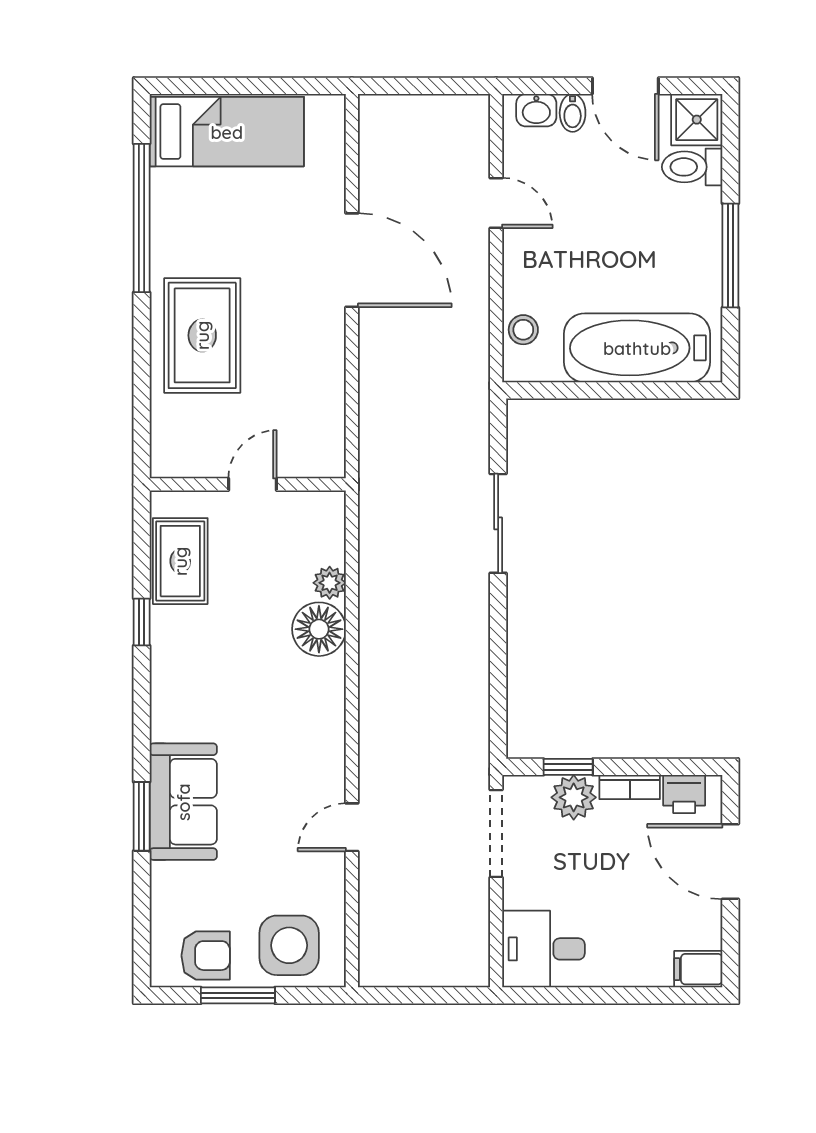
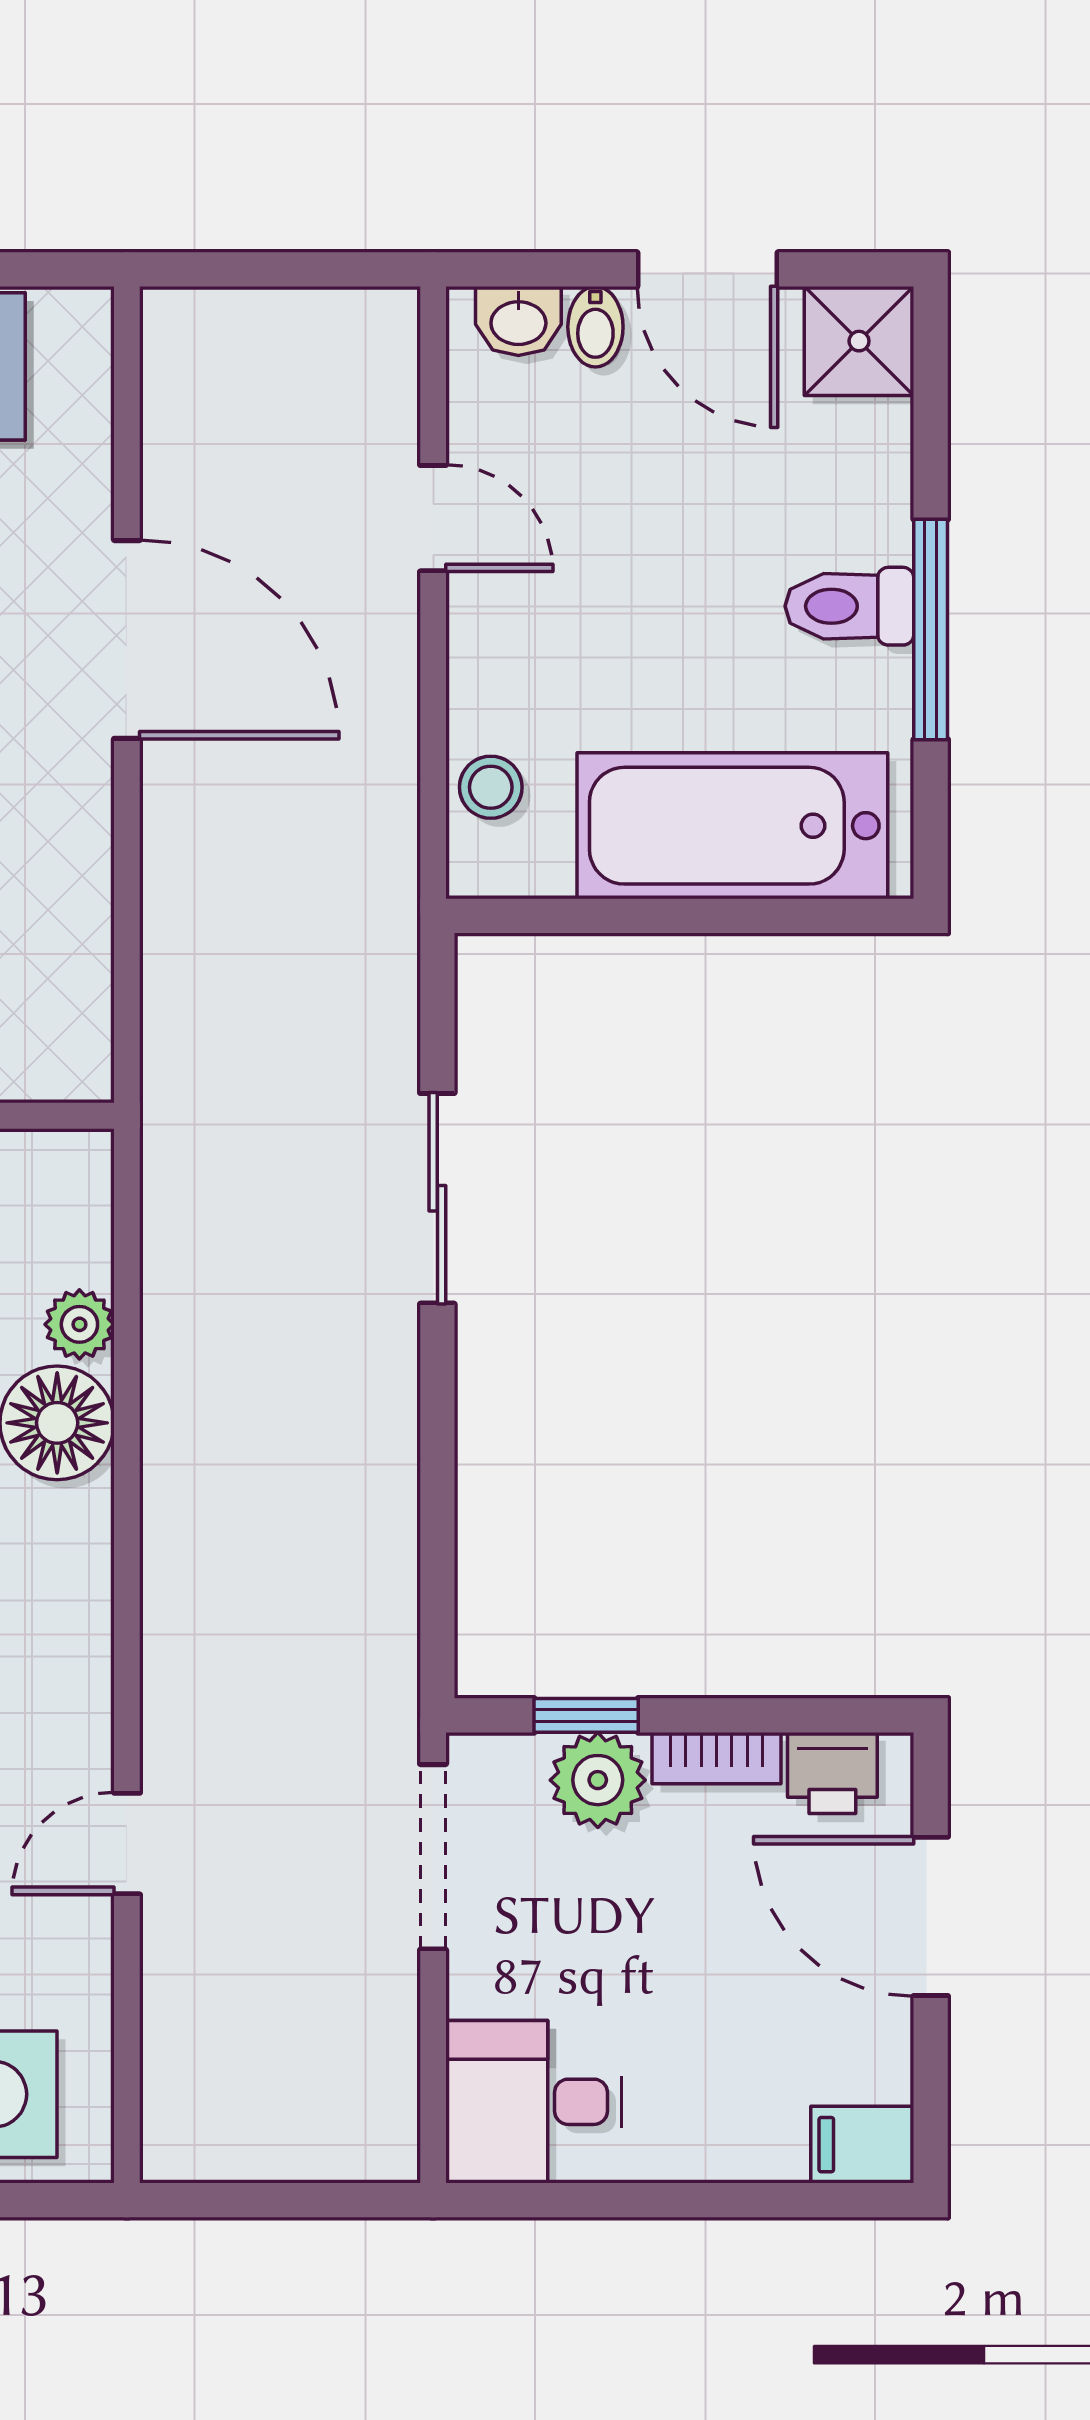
toilet: (692, 167) -> (849, 606), moved

